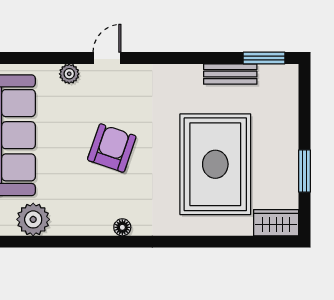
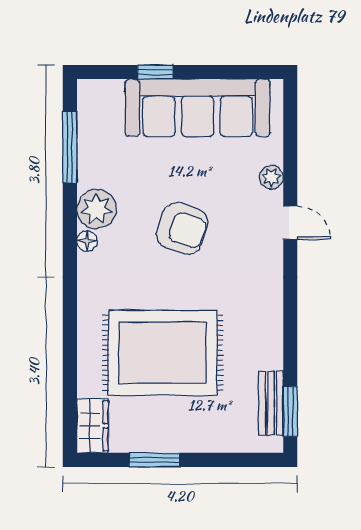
bench: (230, 74) -> (271, 403), moved
plant: (33, 219) -> (96, 209), moved
window: (44, 242) -> (70, 147), added

